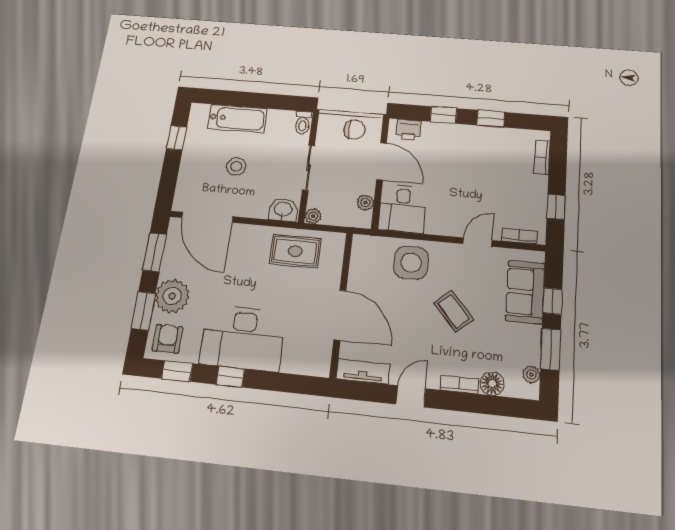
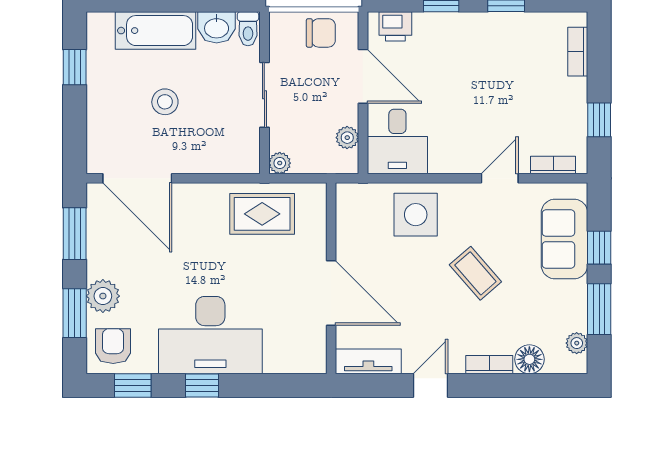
washbasin: (283, 210) -> (217, 27), moved, turned 180
plant: (172, 296) -> (103, 296), width x0.73, depth x0.73

